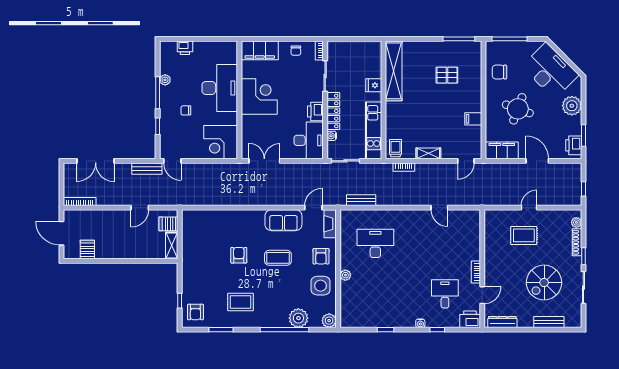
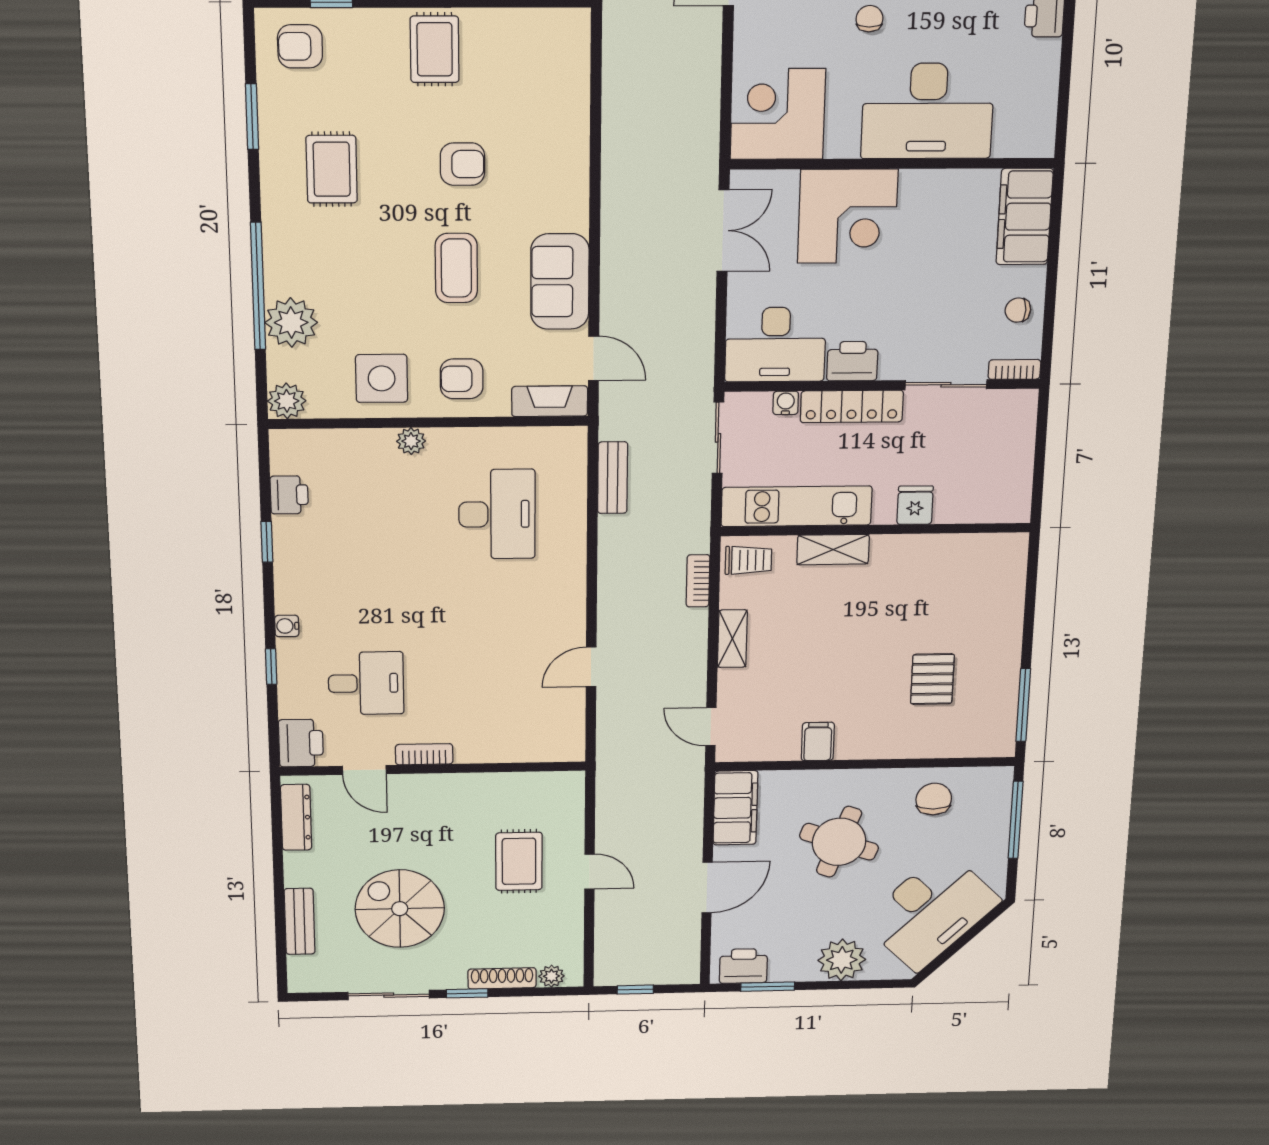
shelving: (394, 71) -> (833, 550), moved, width x0.45, depth x0.75
corner desk: (259, 96) -> (848, 216), moved
rug: (197, 265) -> (435, 49), added
printer: (366, 321) -> (289, 495), added

